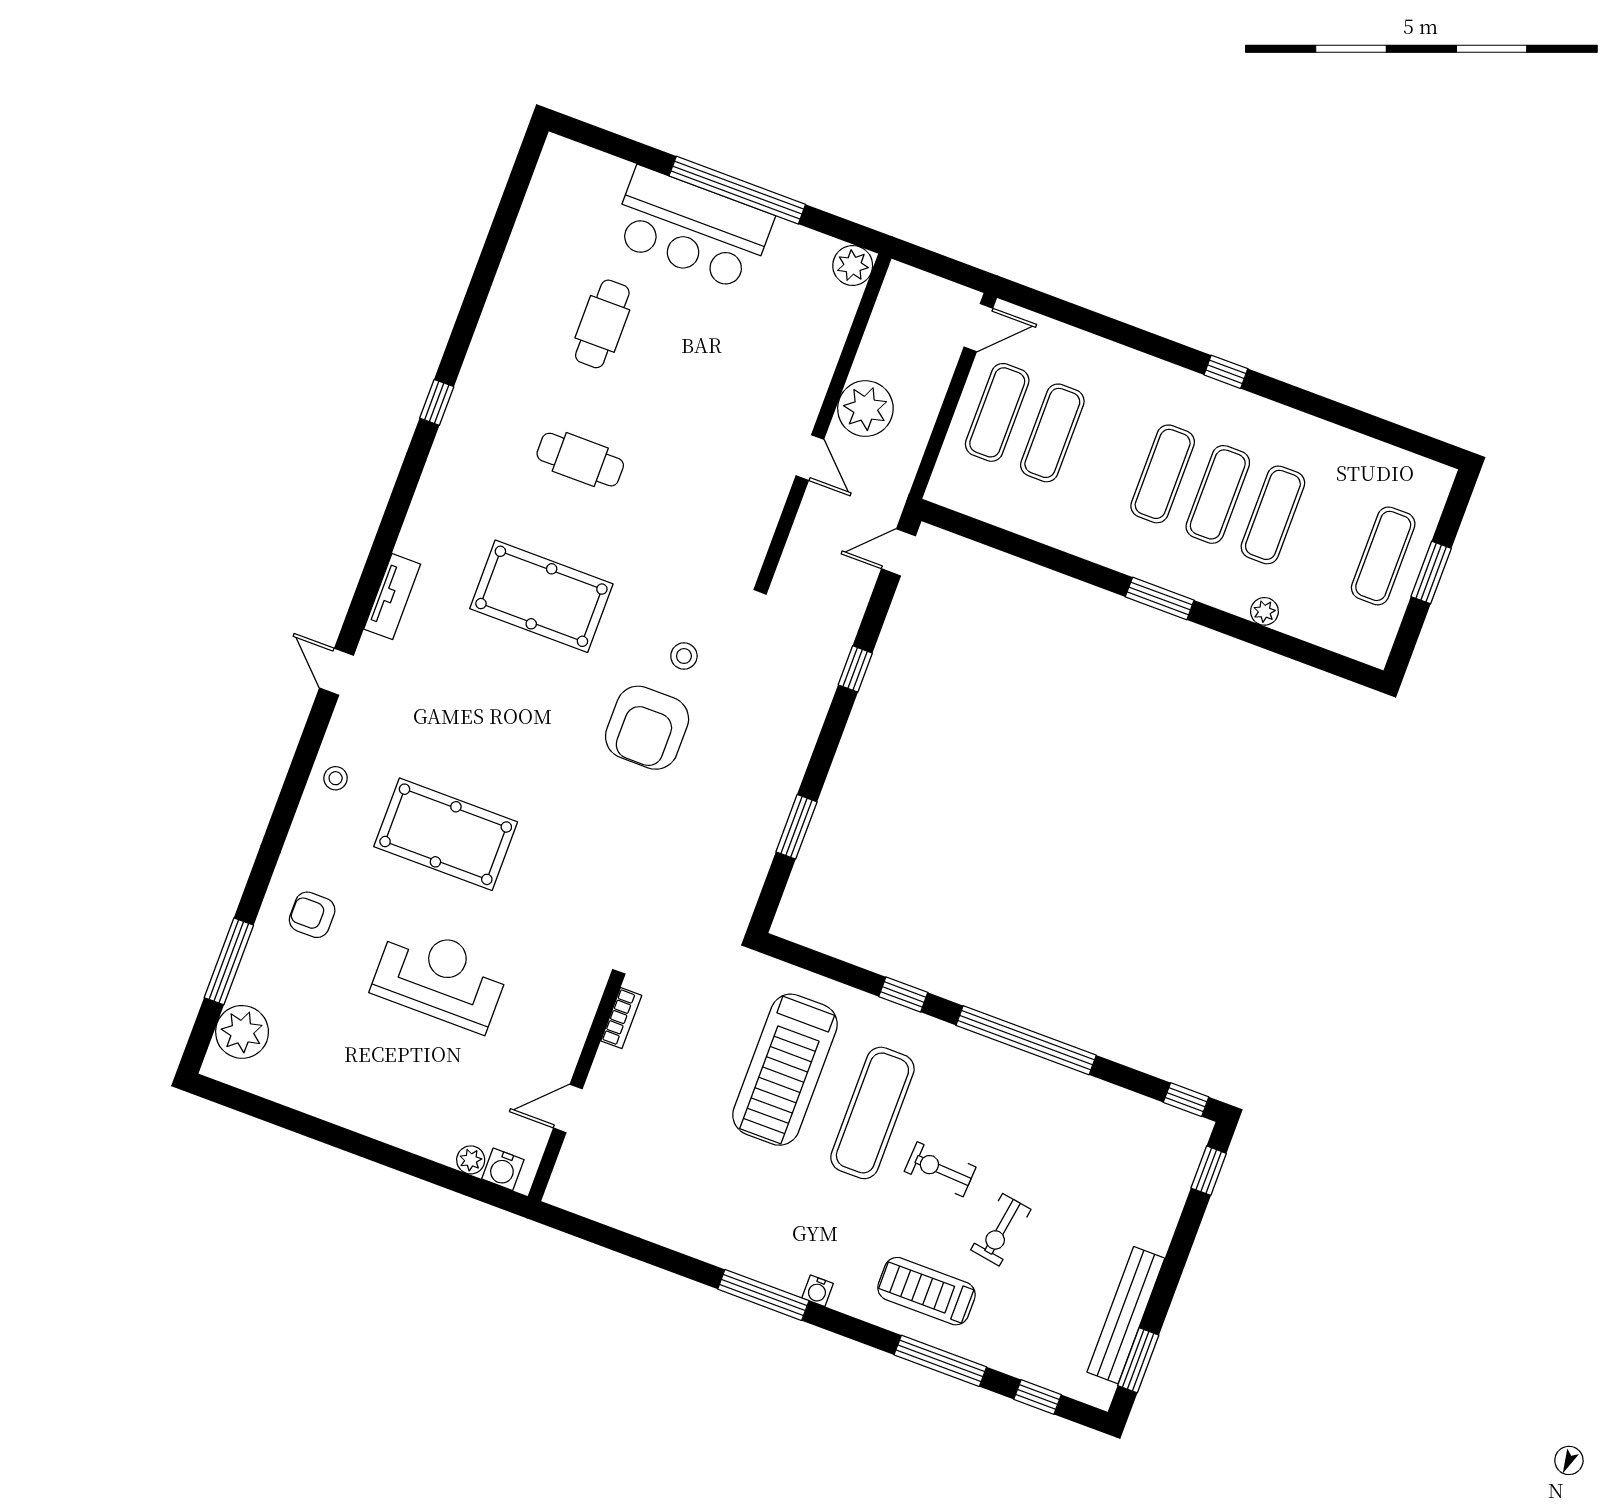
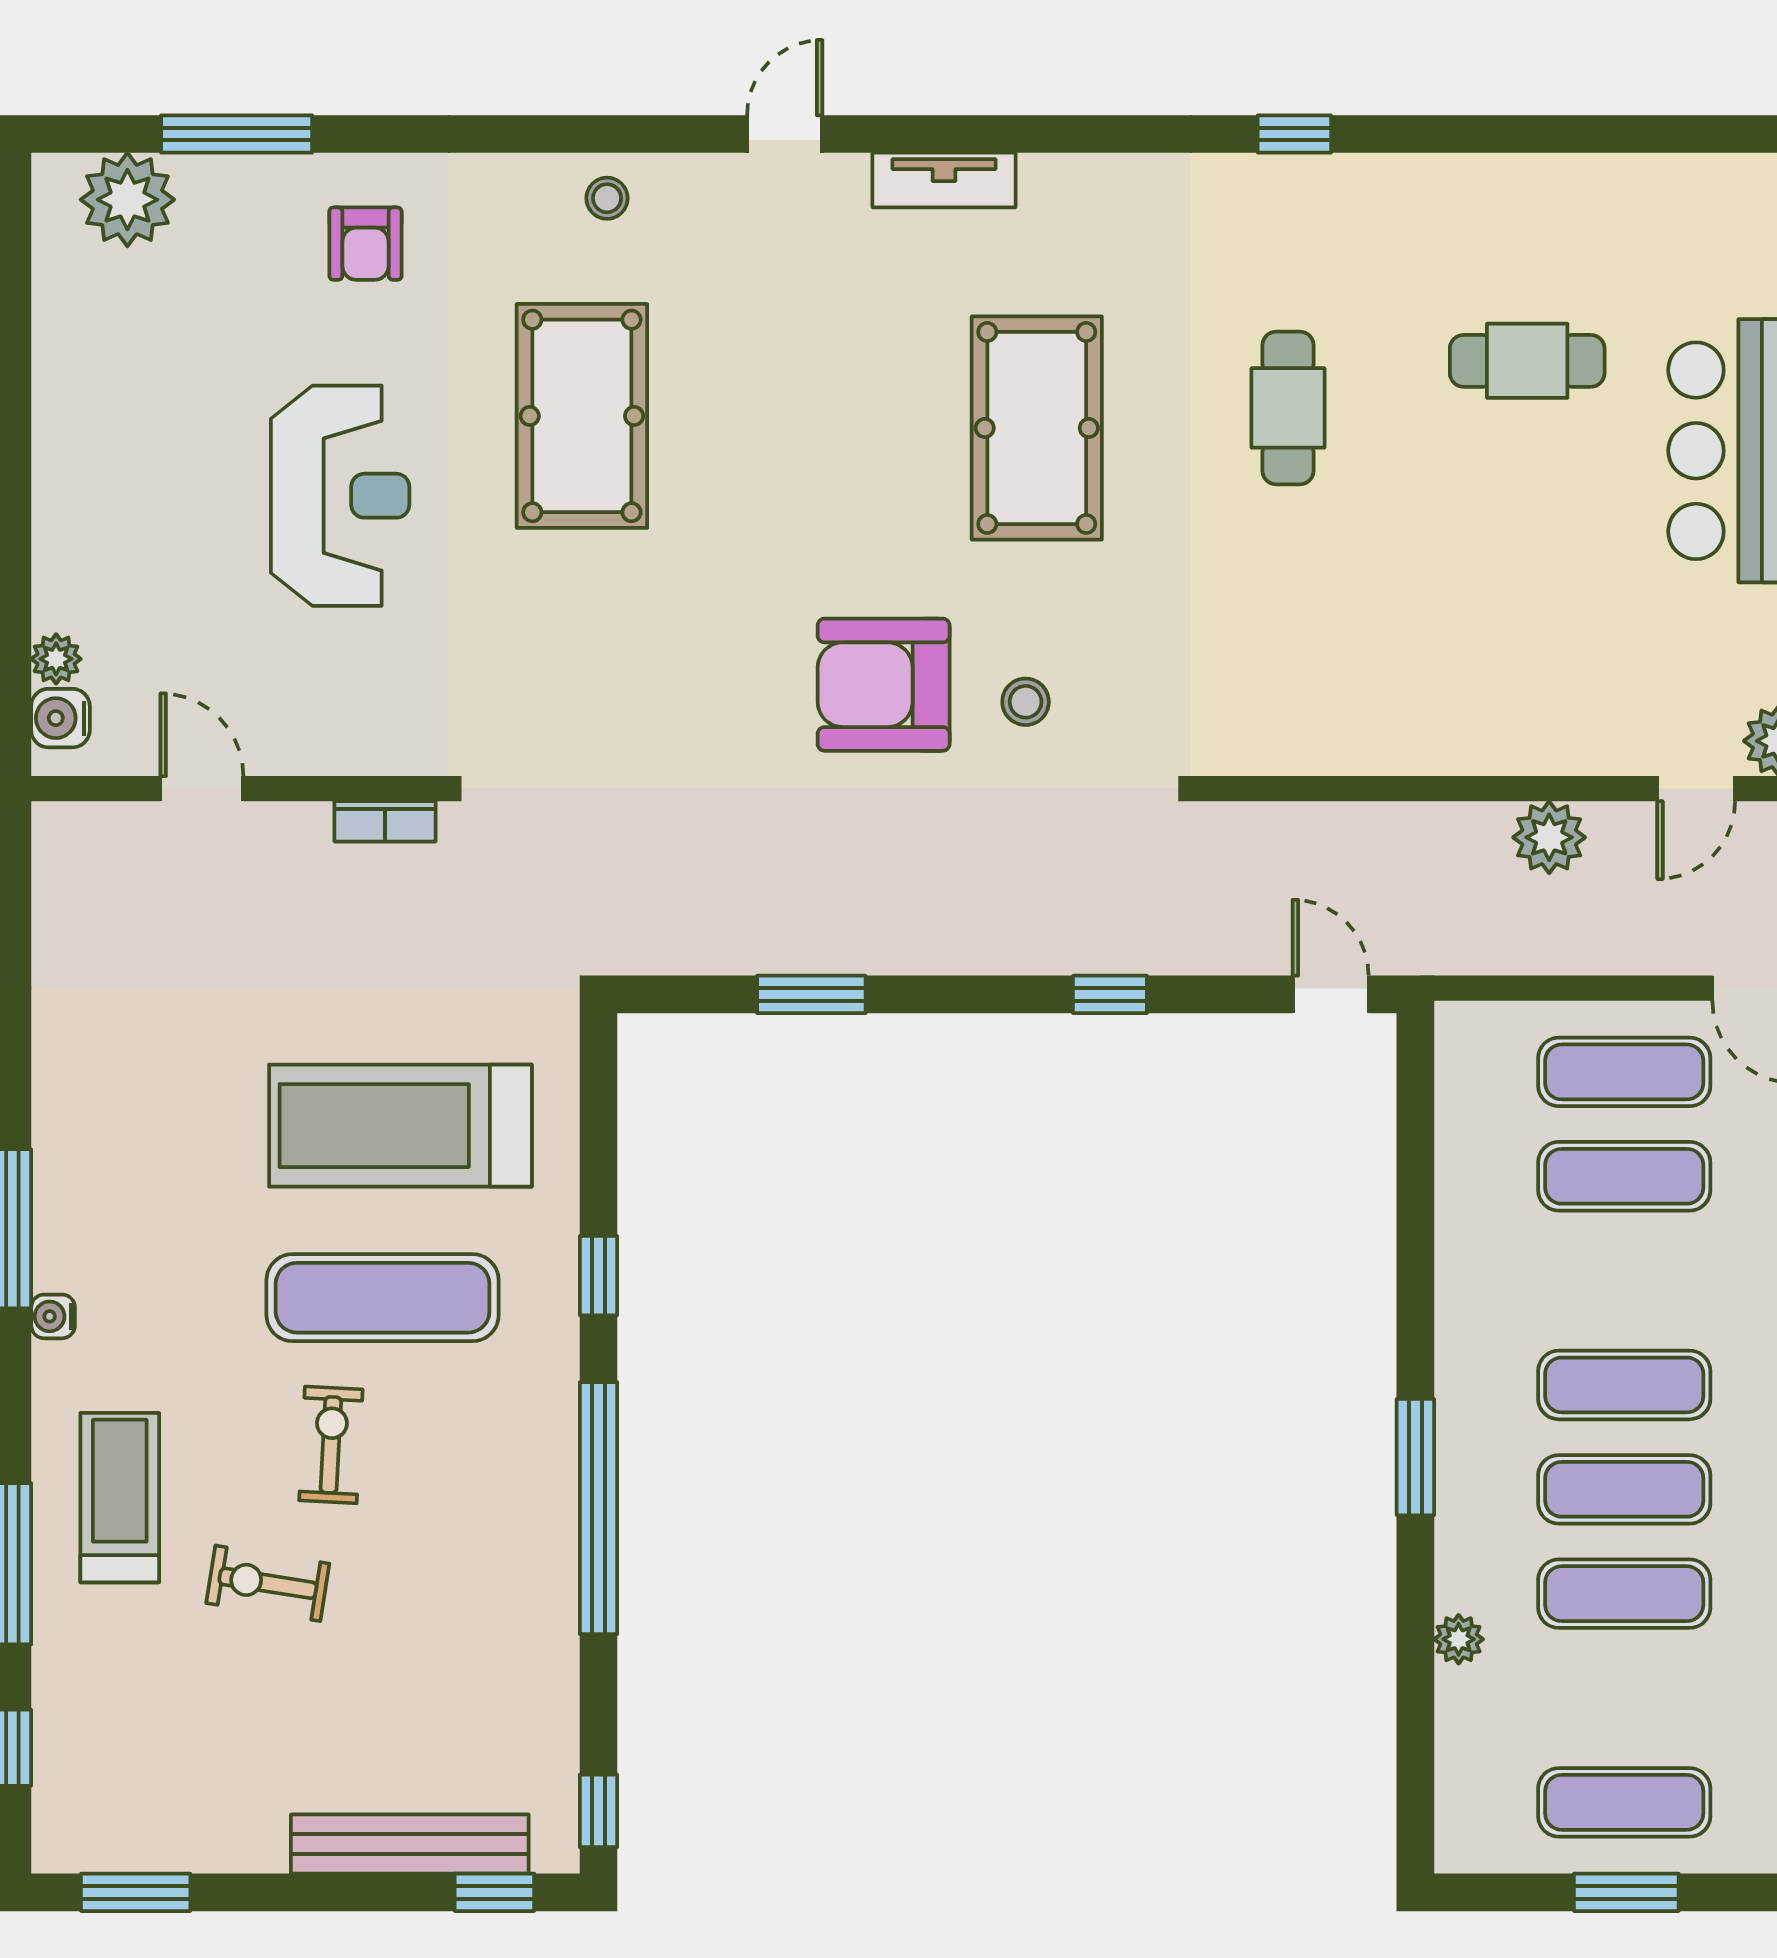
plant: (865, 409) -> (1549, 837), width x0.73, depth x0.73
door: (810, 458) -> (1696, 789), moved
armchair: (312, 915) -> (365, 244), turned 180
bench: (1126, 1315) -> (410, 1844), moved

